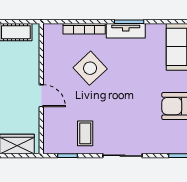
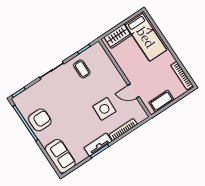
side table: (90, 68) -> (104, 109), turned 45
door: (41, 96) -> (133, 91), moved

